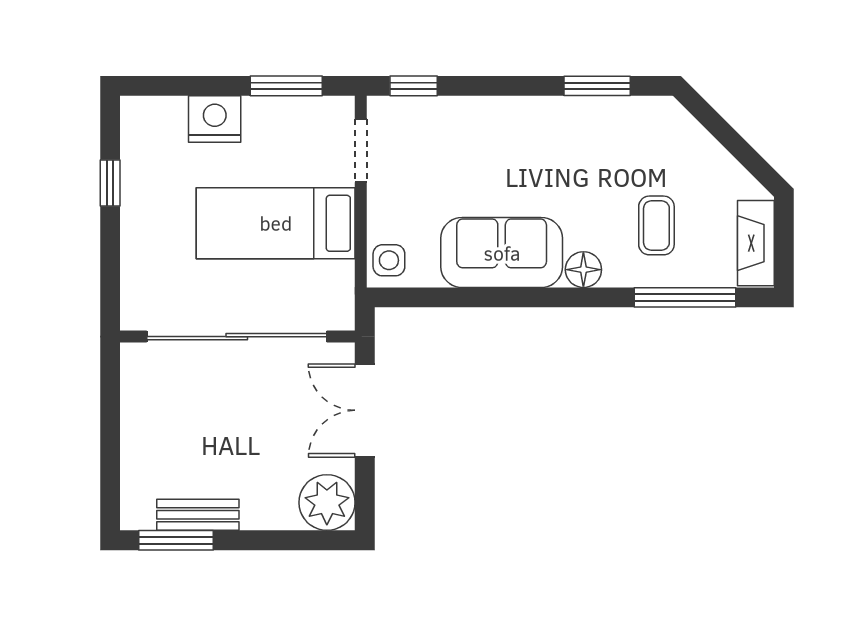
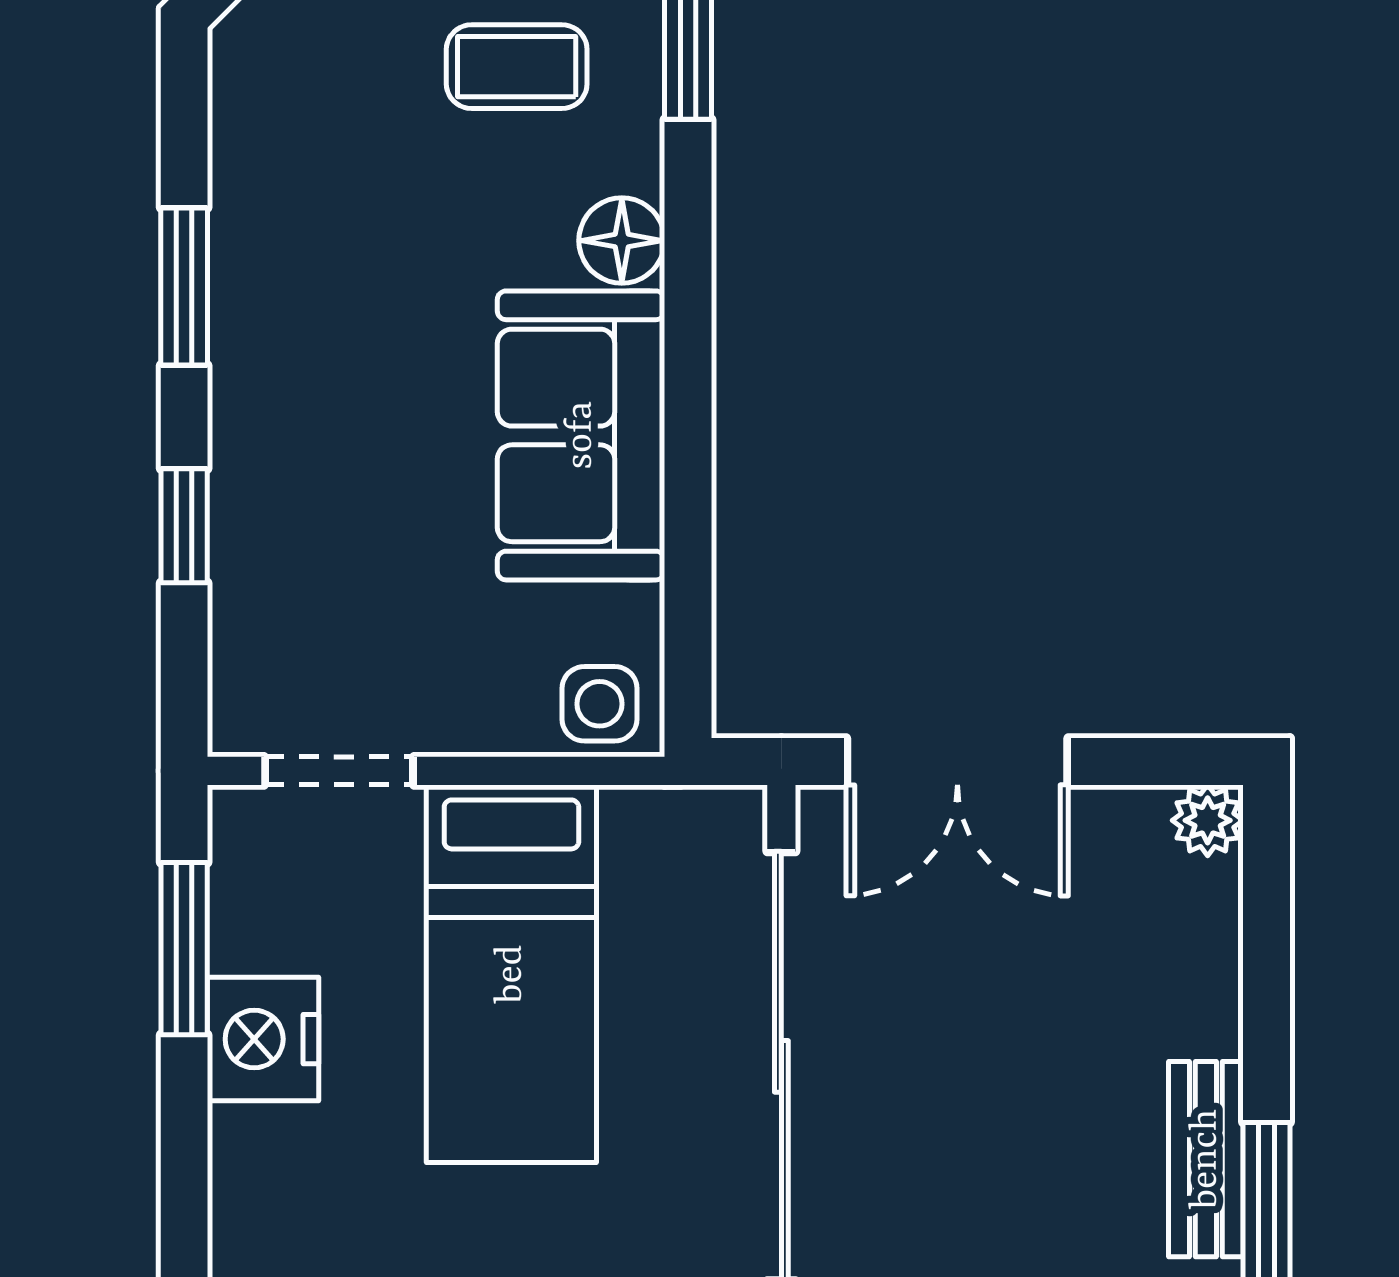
window: (414, 86) -> (184, 526), moved
window: (597, 86) -> (184, 287), moved
nightstand: (215, 119) -> (263, 1039), moved
plant: (327, 503) -> (1208, 820), width x0.53, depth x0.53

